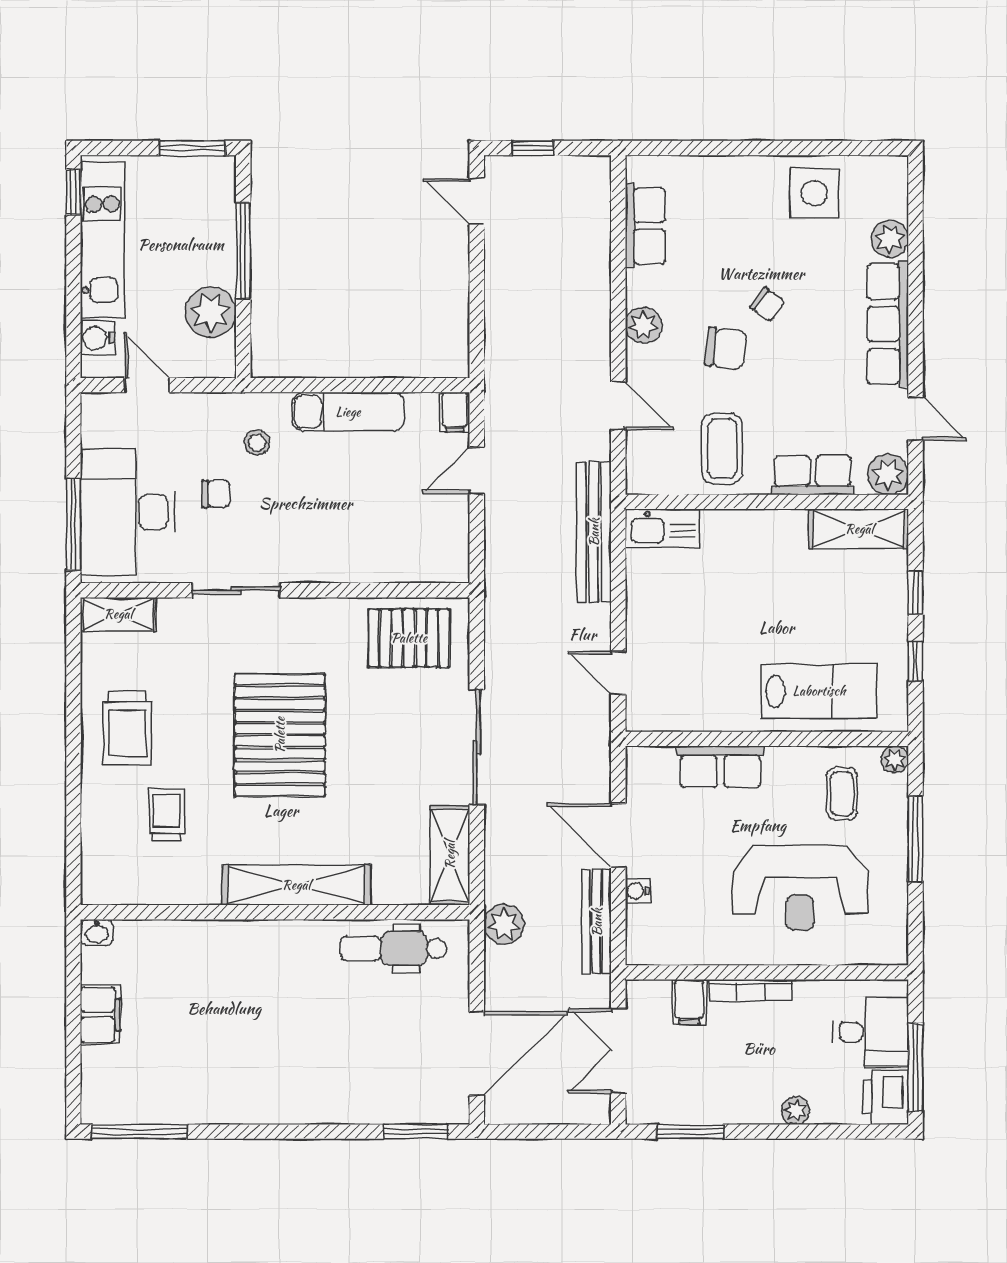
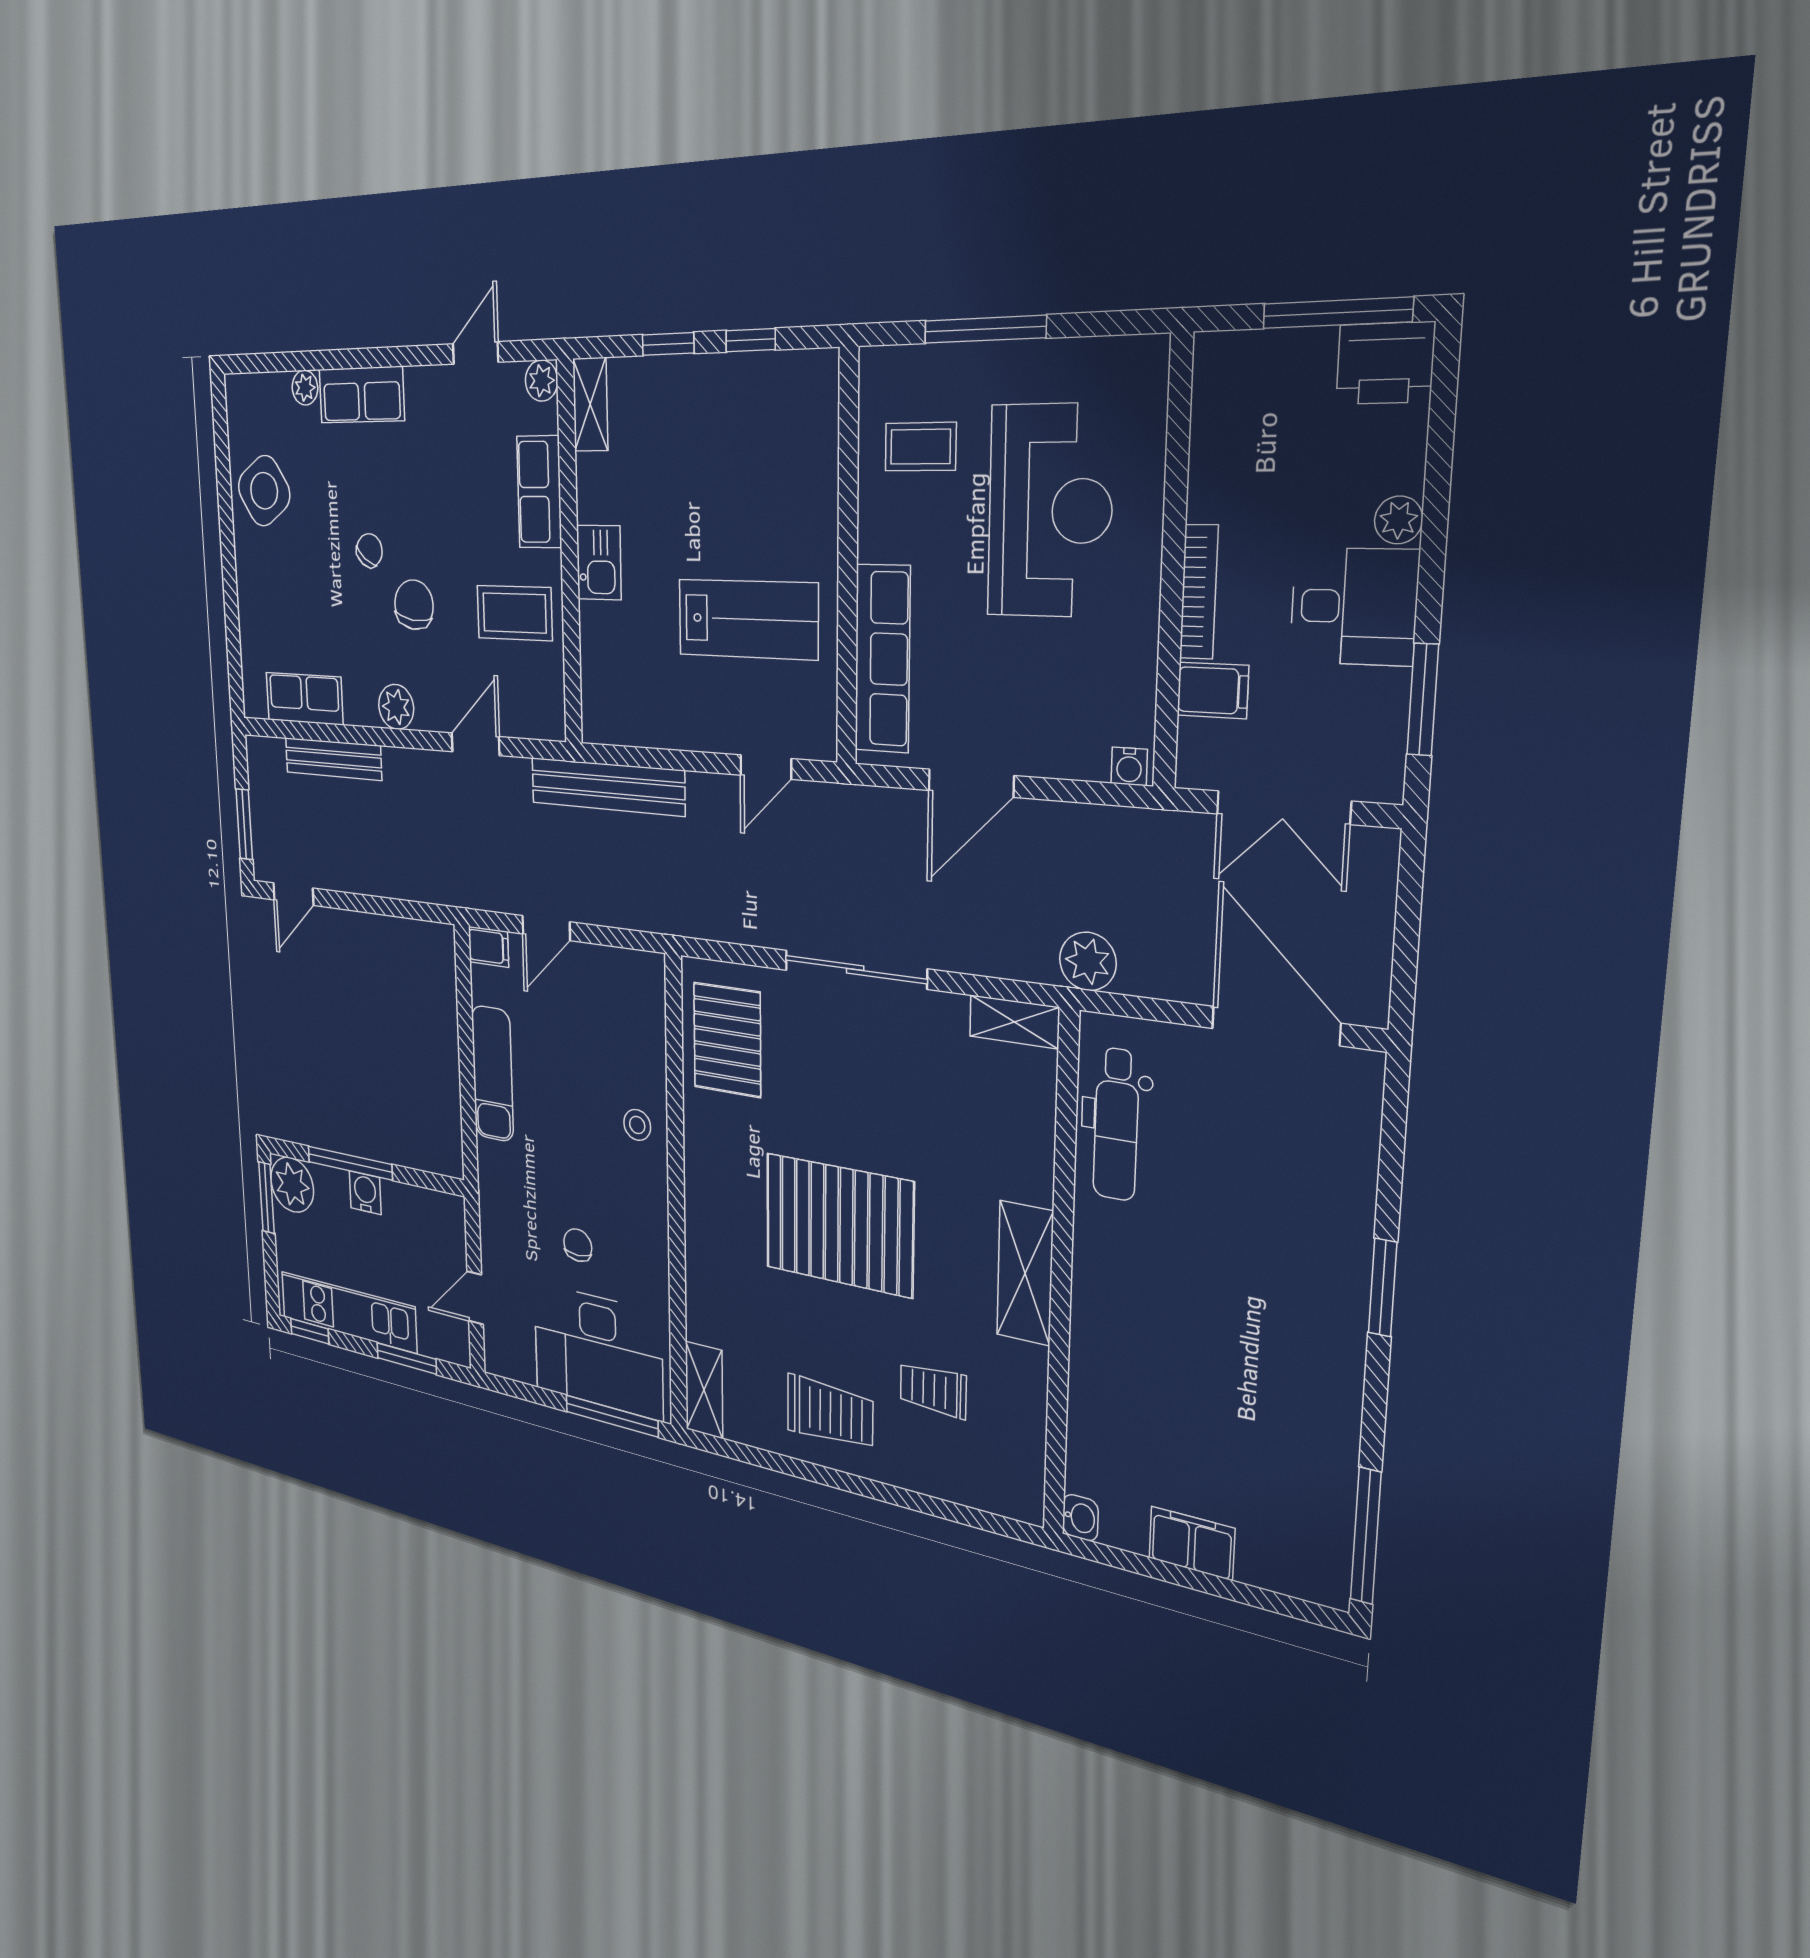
window: (533, 148) -> (244, 824), width x1.50
side table: (814, 193) -> (264, 491), turned -34
plant: (890, 239) -> (305, 388), width x0.73, depth x0.73
window: (73, 306) -> (407, 1358), added
plant: (211, 312) -> (292, 1185), moved
row of seats: (888, 324) -> (362, 395), width x0.68
water cooler: (98, 338) -> (365, 1193), moved, turned 180
stool: (257, 443) -> (637, 1125), moved
door: (477, 471) -> (546, 928), hinge flipped
plant: (888, 474) -> (542, 381), width x0.73, depth x0.73
kitchen sink: (663, 529) -> (599, 563), moved, width x0.73
shelving: (859, 529) -> (590, 405), width x0.67, depth x0.75
sliding door: (236, 590) -> (677, 1244), removed
lab bench: (819, 691) -> (748, 619), moved, turned 90
plant: (895, 760) -> (876, 366), removed
row of seats: (720, 767) -> (882, 659), width x1.48
shelving: (450, 855) -> (1014, 1022), width x0.67, depth x0.75
shelving: (296, 885) -> (1025, 1273), width x0.68
water cooler: (637, 891) -> (1129, 766), moved
bench: (597, 922) -> (333, 759), moved
desk: (871, 1032) -> (1354, 607), moved, turned 90
window: (416, 1132) -> (1383, 1288), moved

